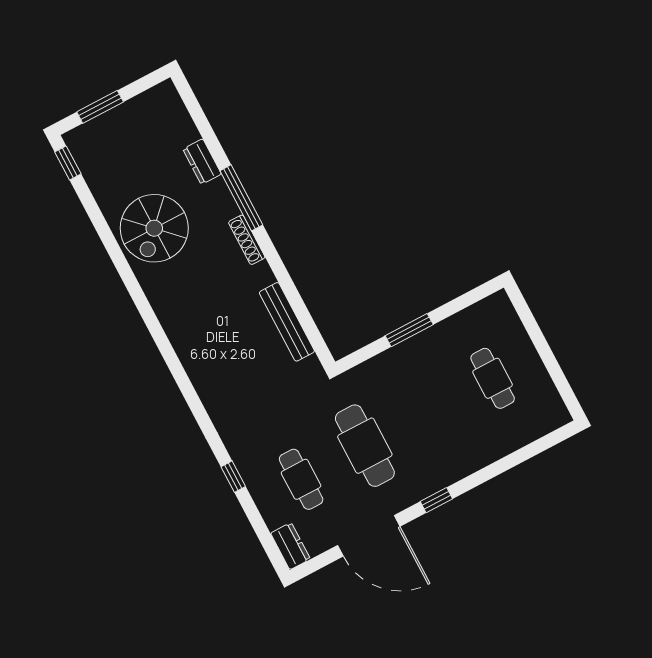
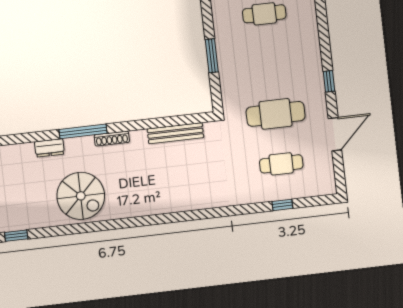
window: (233, 477) -> (282, 205), moved
door: (369, 536) -> (335, 134), width x0.73
dresser: (290, 546) -> (322, 188), removed

